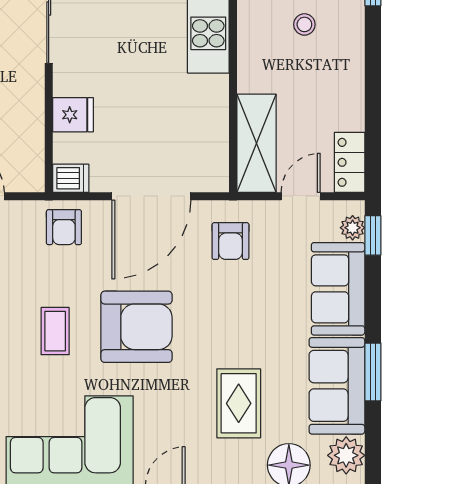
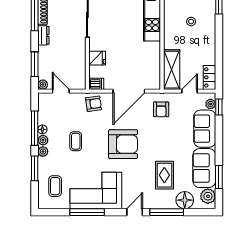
armchair: (64, 227) -> (94, 104), turned -98
coffee table: (55, 331) -> (76, 141), moved
window: (373, 372) -> (219, 177), moved

